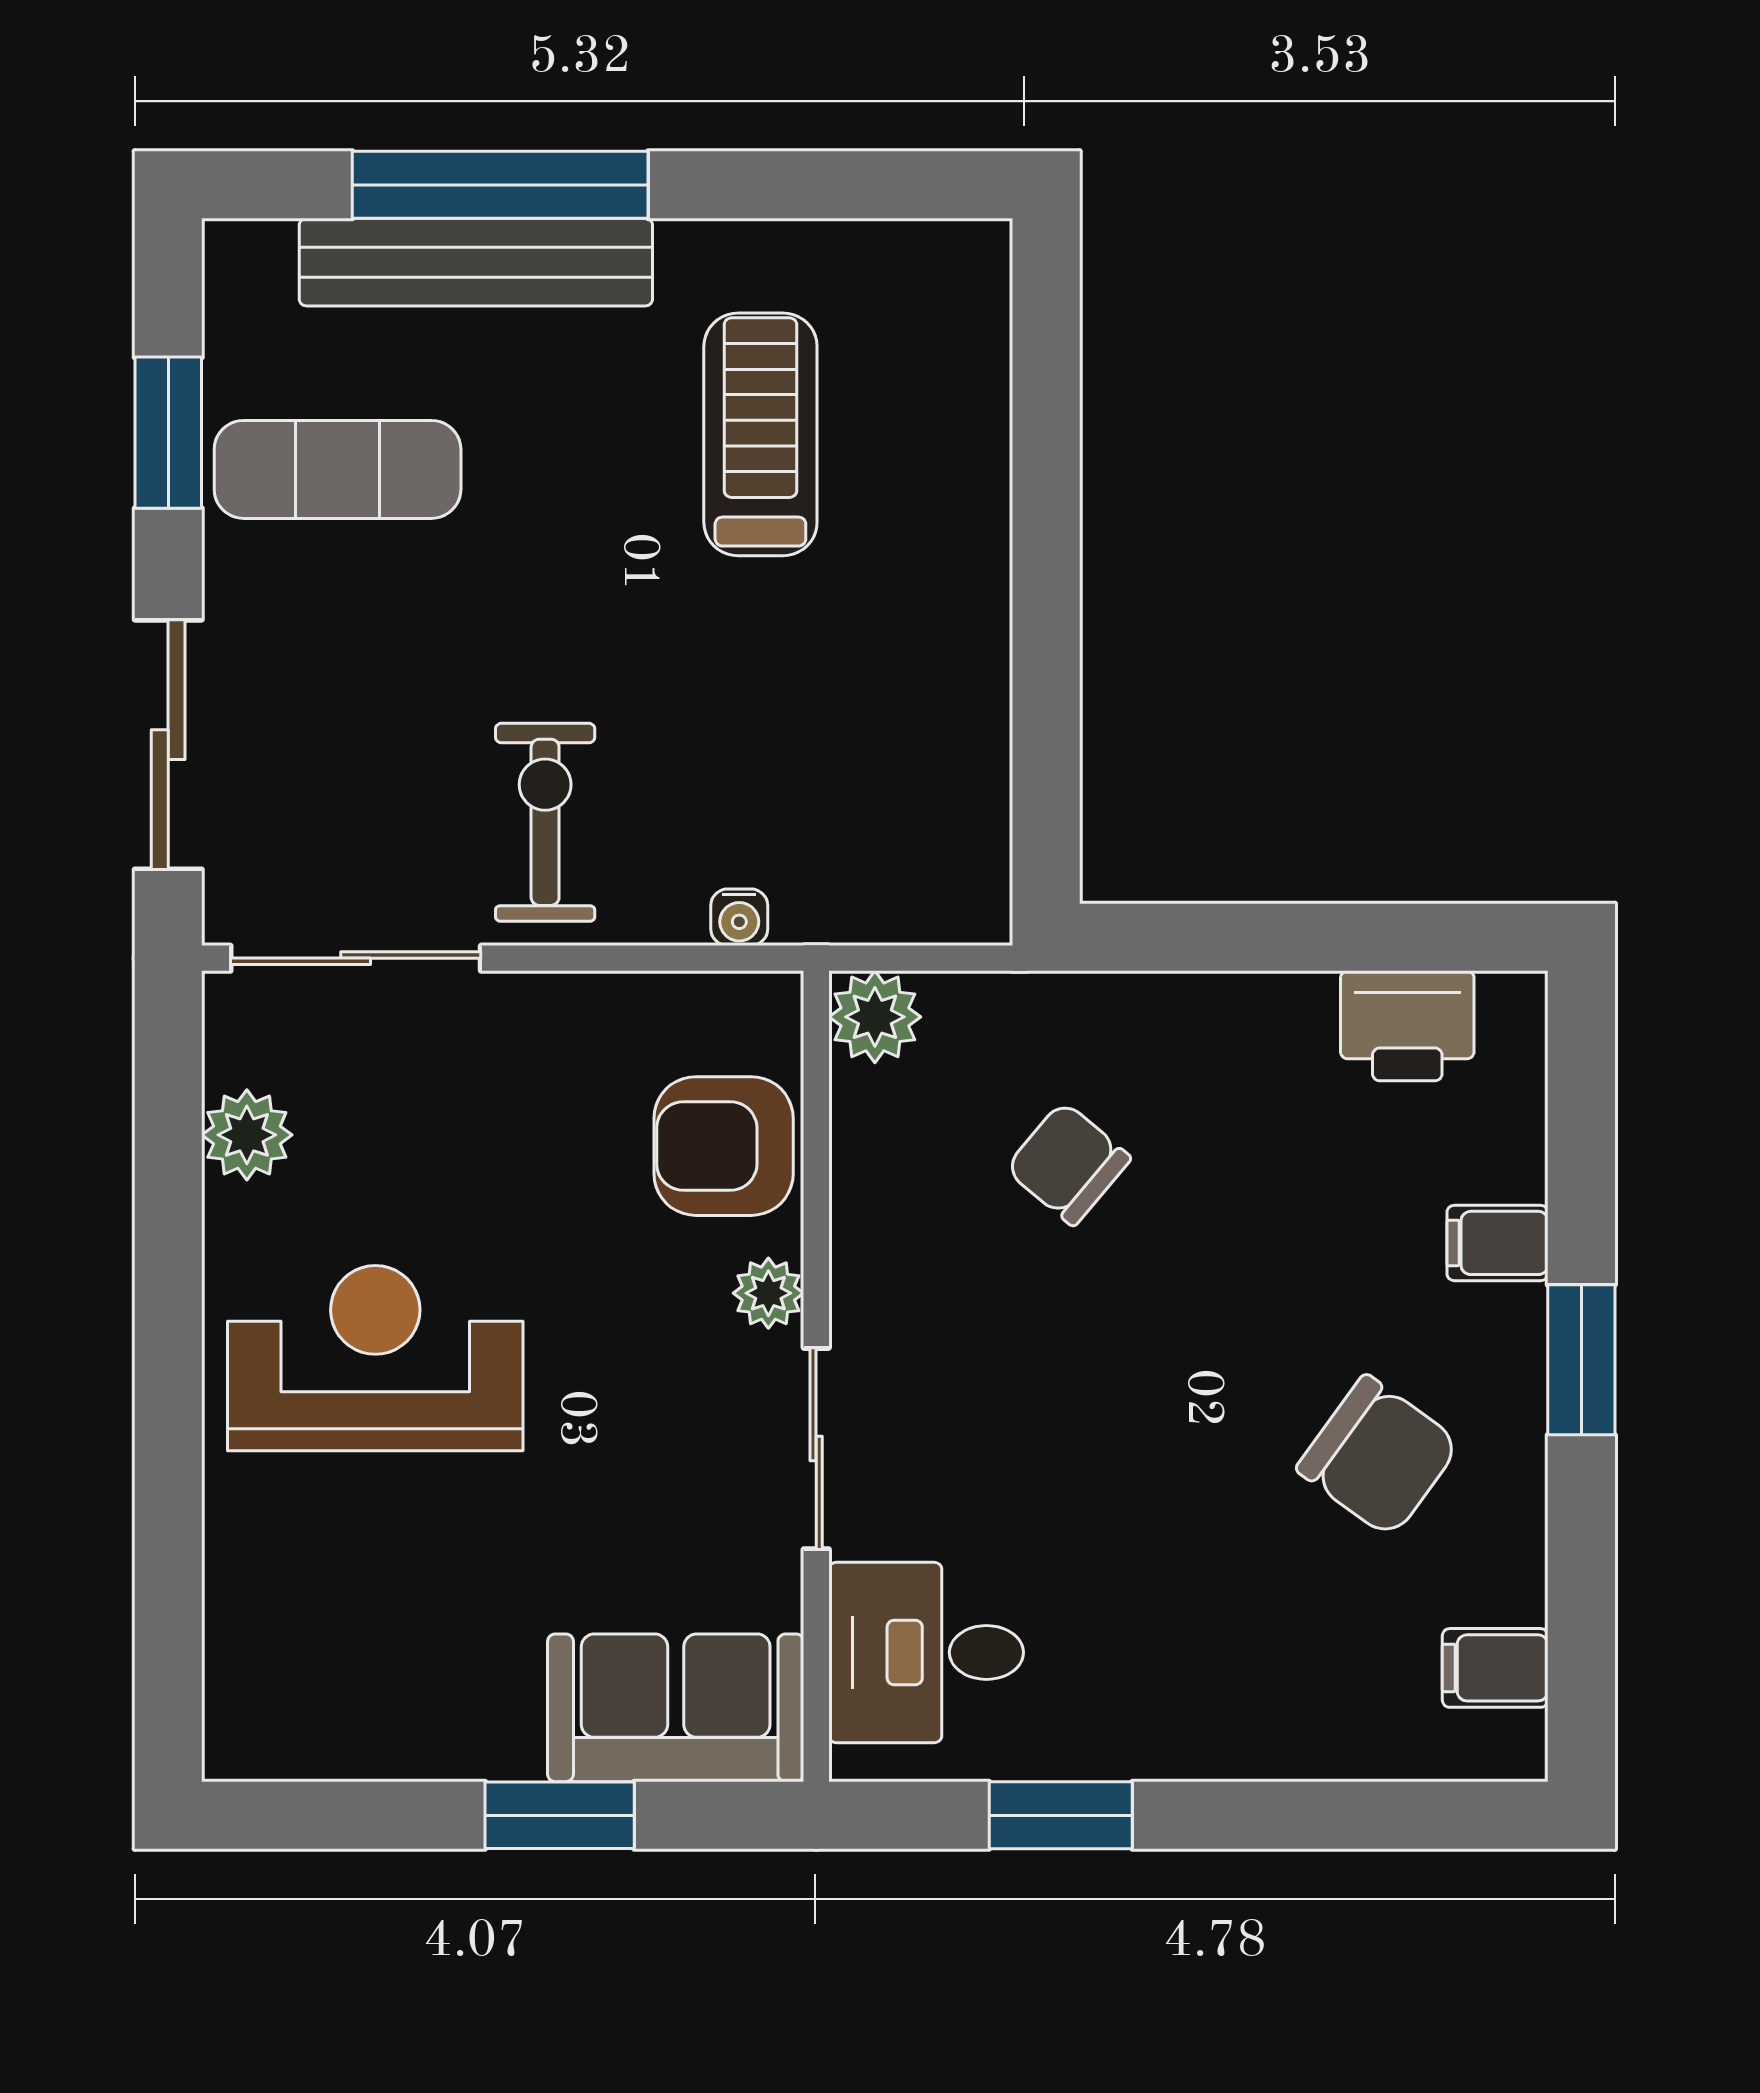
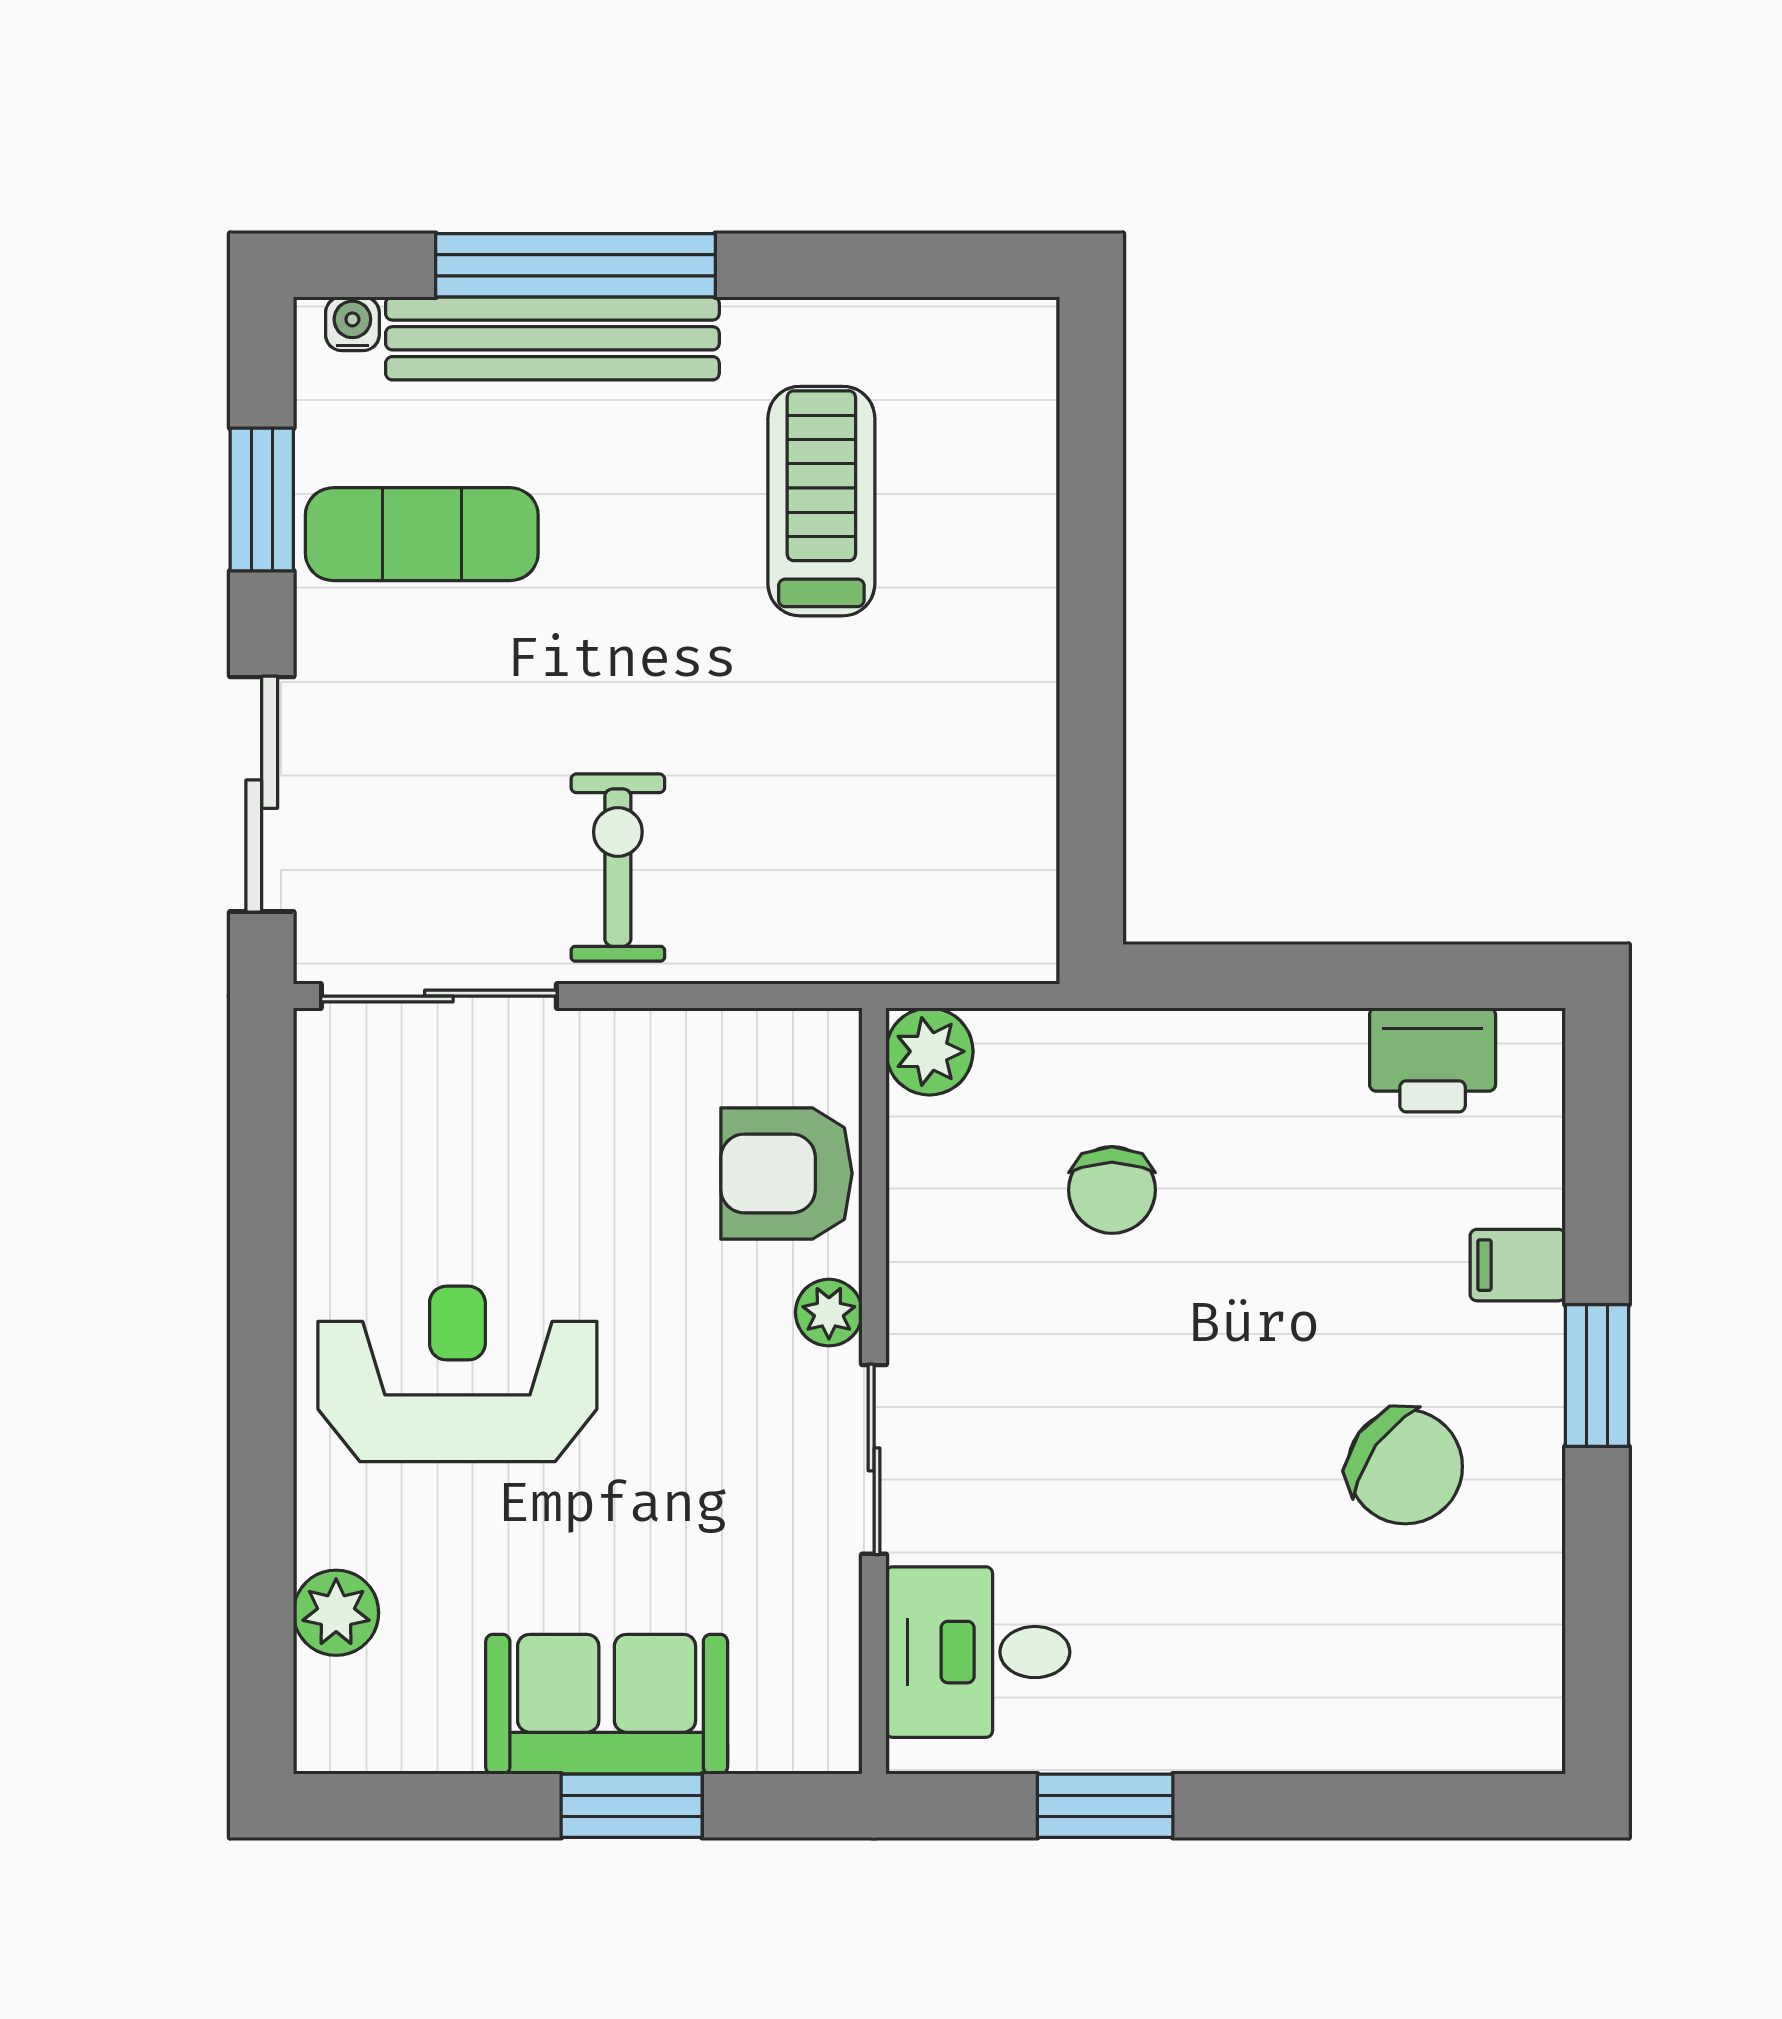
water cooler: (739, 917) -> (352, 324), moved, turned 180
plant: (247, 1135) -> (336, 1613), moved
chair: (1068, 1163) -> (1112, 1190), turned -130
filing cabinet: (1495, 1668) -> (1516, 1667), removed
sofa: (676, 1708) -> (607, 1704), moved

